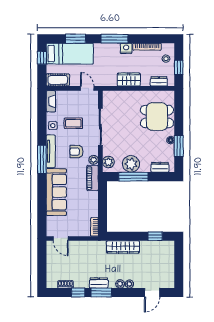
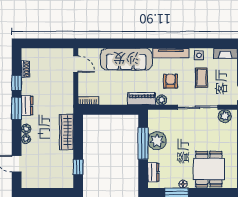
window: (42, 159) -> (162, 43), removed
plant: (108, 162) -> (225, 116), moved
door: (61, 238) -> (76, 64), swing flipped

